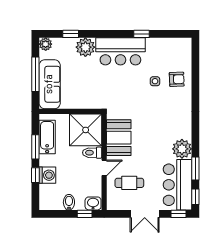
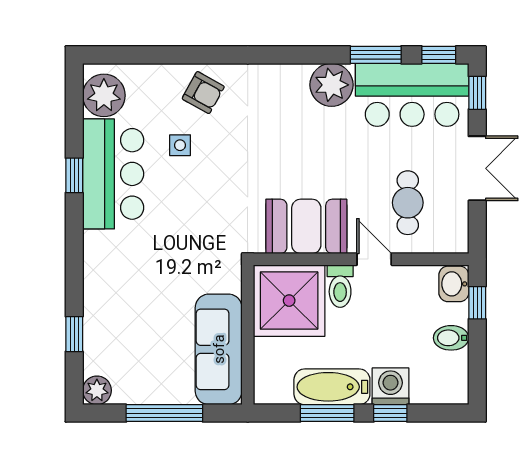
plant: (85, 47) -> (104, 95), moved
bar counter: (120, 51) -> (113, 174), moved
armchair: (177, 79) -> (203, 93), moved, turned 121
sofa: (50, 84) -> (219, 349), moved, turned -90
bathtub: (47, 137) -> (332, 387), moved

